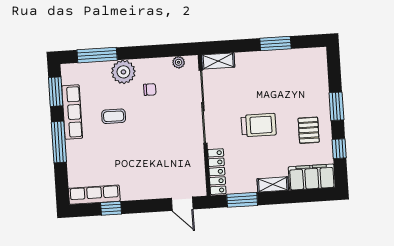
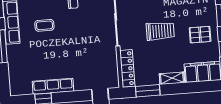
pallet: (309, 130) -> (200, 35), turned 90
row of seats: (94, 195) -> (53, 86), moved

